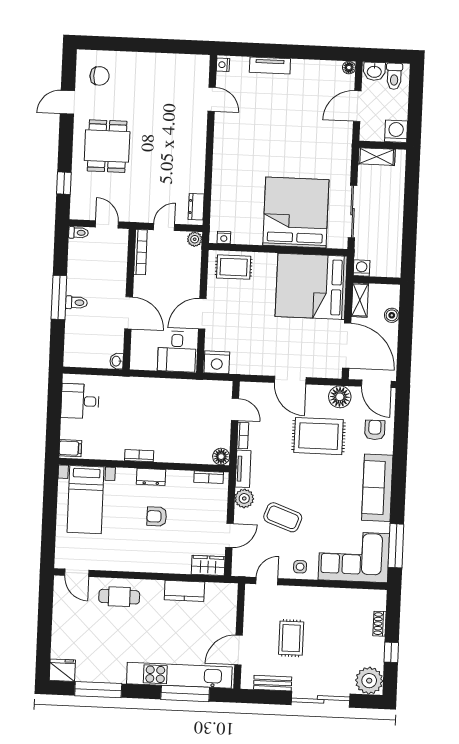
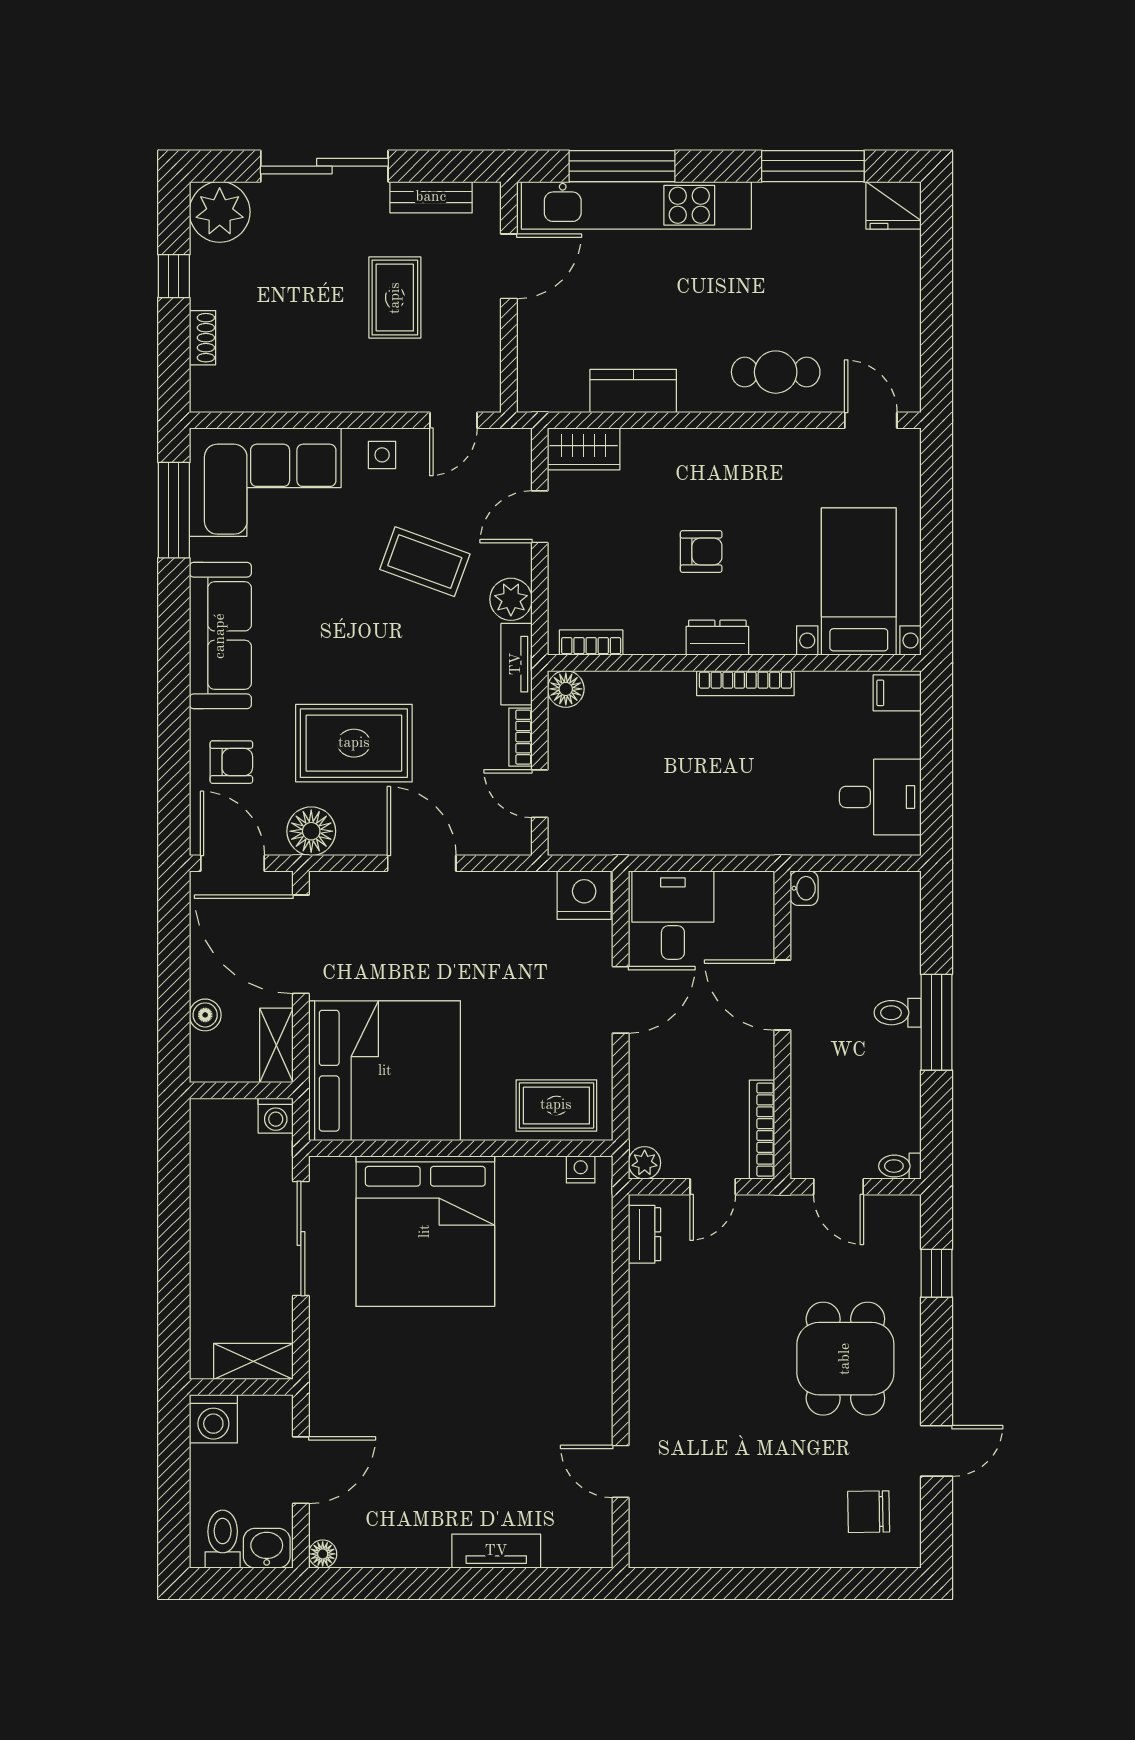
nightstand: (223, 65) -> (599, 1548), removed
armchair: (375, 430) -> (231, 762), turned -90
bookcase: (139, 456) -> (745, 683), width x1.56

